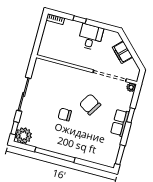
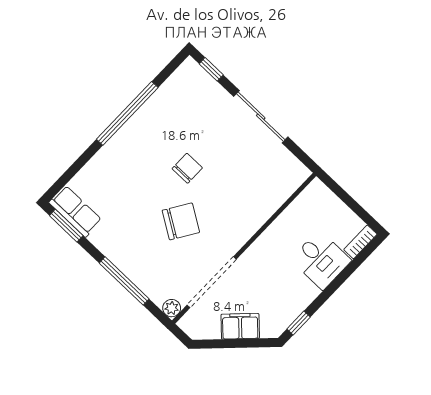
window: (80, 20) -> (299, 323), moved
desk: (90, 37) -> (321, 260), moved
window: (131, 115) -> (124, 281), width x2.17
row of seats: (120, 123) -> (75, 211), moved
plant: (24, 136) -> (190, 78), removed

